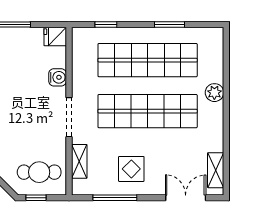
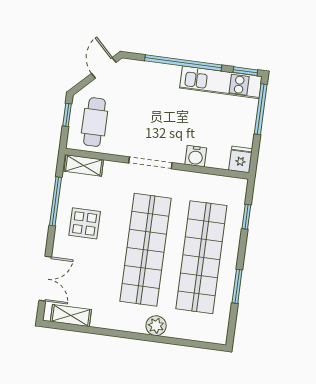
shelving: (79, 161) -> (84, 165), moved

